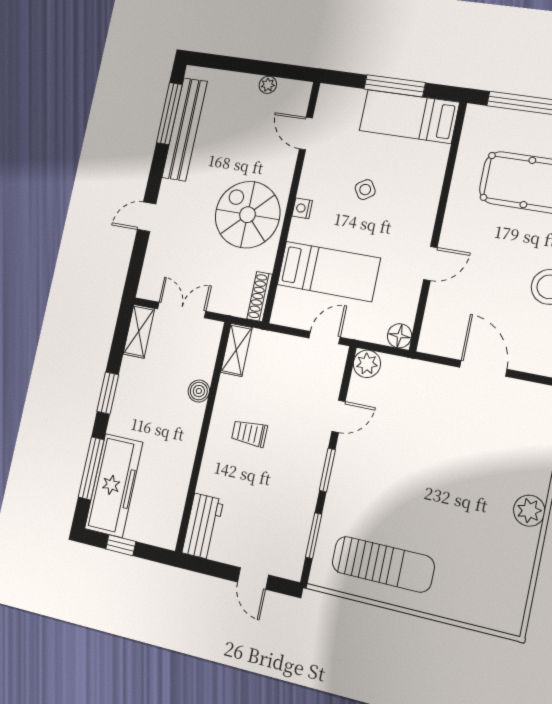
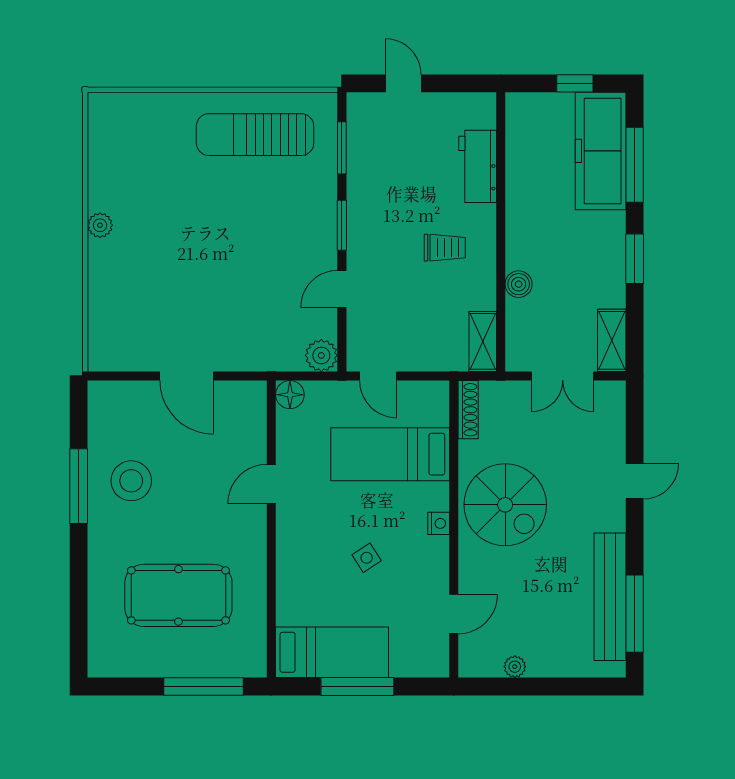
door: (306, 133) -> (454, 614), hinge flipped
door: (325, 338) -> (378, 376), hinge flipped
plant: (529, 511) -> (100, 225), width x0.73, depth x0.73
workbench: (203, 526) -> (478, 166), moved

